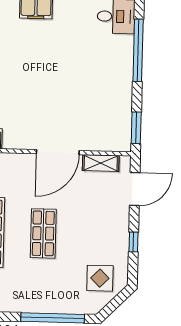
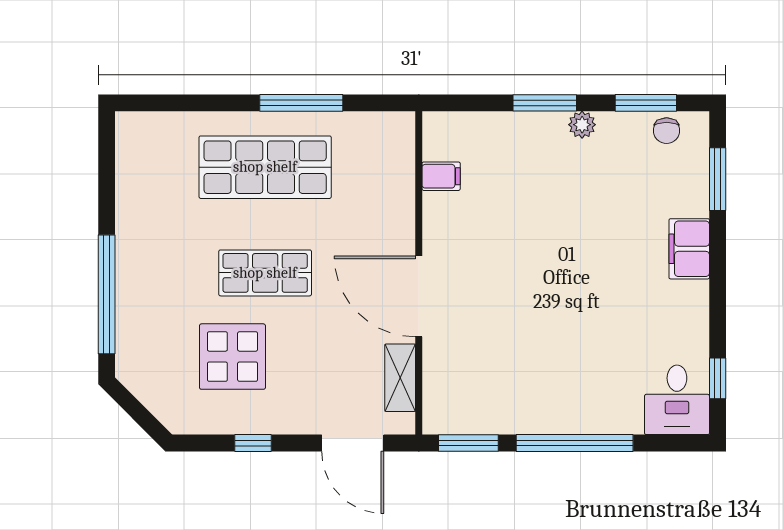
window: (138, 50) -> (575, 443), moved
display table: (100, 278) -> (232, 357), moved, width x1.36, depth x1.36

